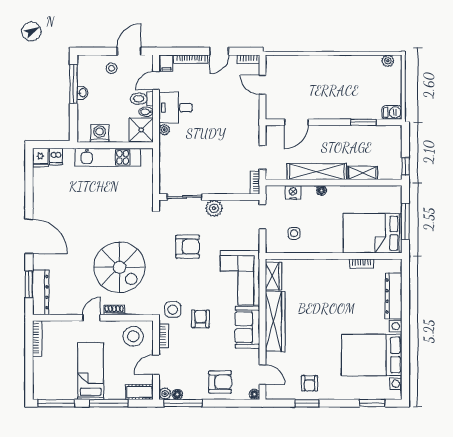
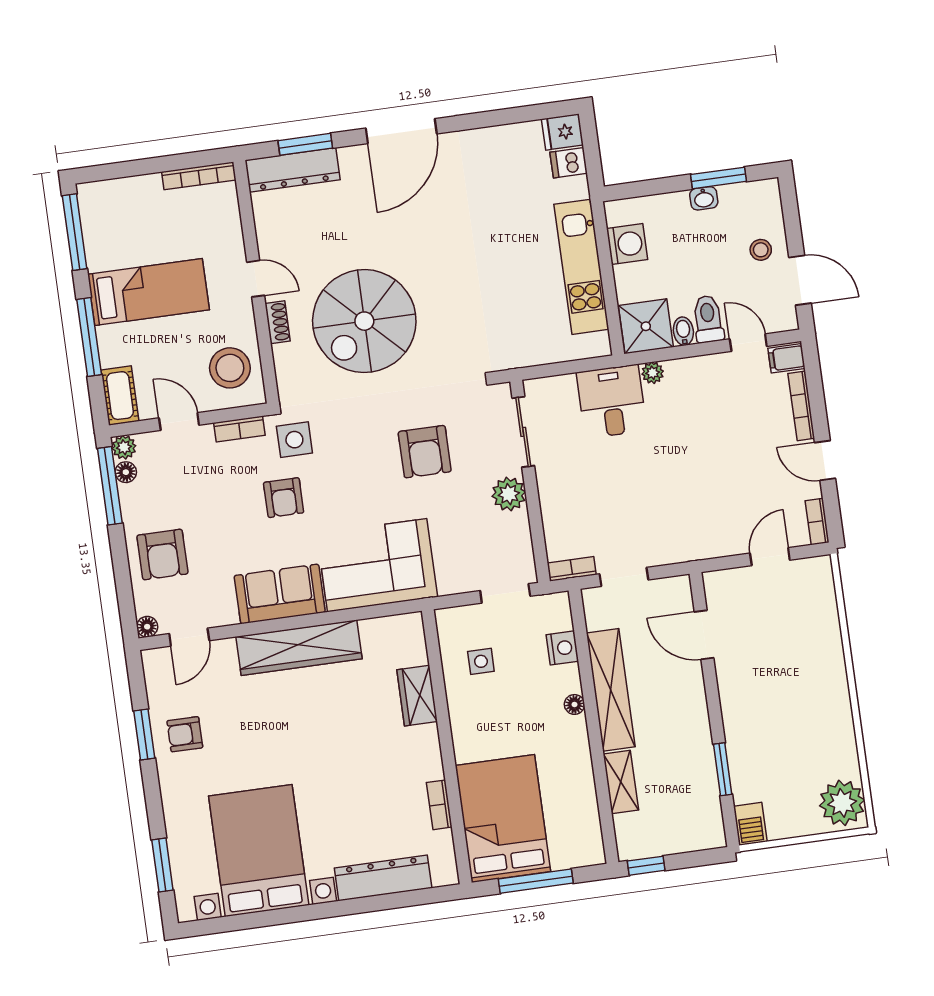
plant: (388, 61) -> (842, 803), width x1.87, depth x1.87
window: (73, 84) -> (719, 178), width x0.69
desk: (176, 108) -> (612, 401), moved
wardrobe: (273, 276) -> (417, 696), moved, turned 90
armchair: (200, 319) -> (284, 498), turned 90

